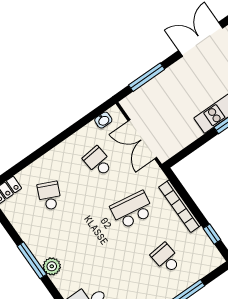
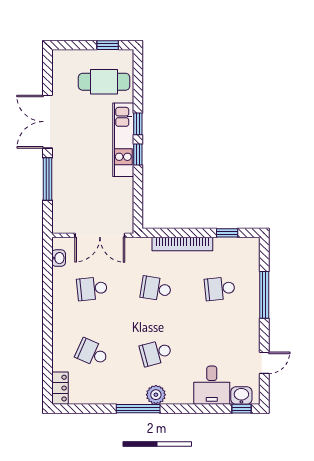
window: (147, 77) -> (47, 179), moved
school desk: (132, 210) -> (156, 289), width x0.54
school desk: (83, 244) -> (156, 353), added

